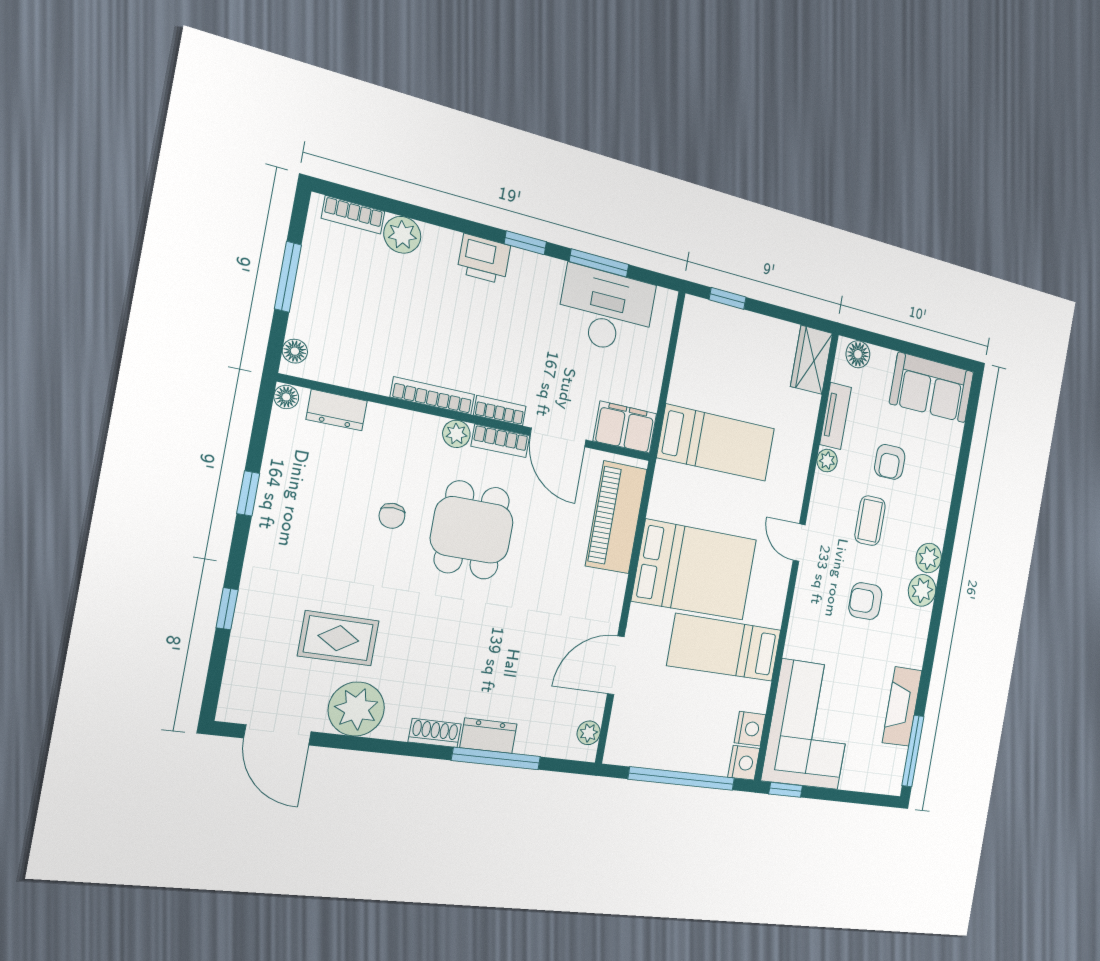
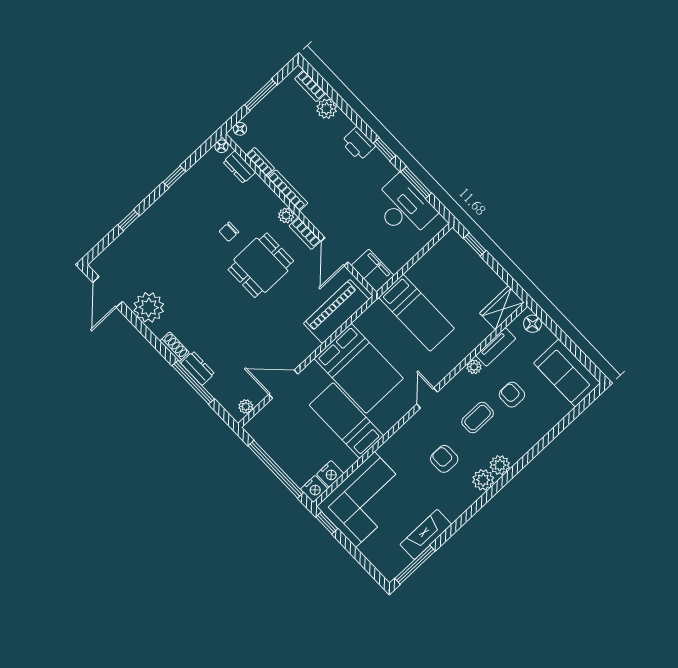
bookcase: (500, 411) -> (260, 162), moved
armchair: (890, 462) -> (512, 395), turned 90
rug: (338, 638) -> (165, 269), removed

